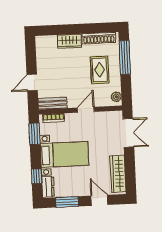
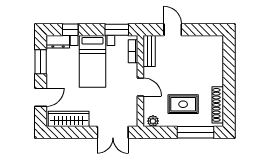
wardrobe: (69, 41) -> (216, 73), removed

